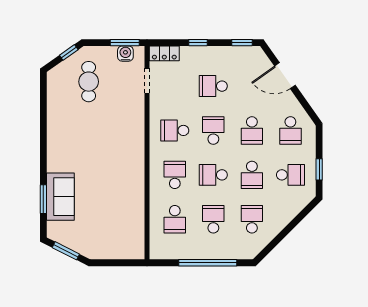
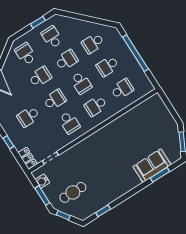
window: (125, 43) -> (42, 195), moved
school desk: (213, 86) -> (28, 117), turned 90
window: (43, 104) -> (103, 211), added
school desk: (213, 130) -> (55, 100), turned 180
school desk: (290, 130) -> (26, 54), turned -90

